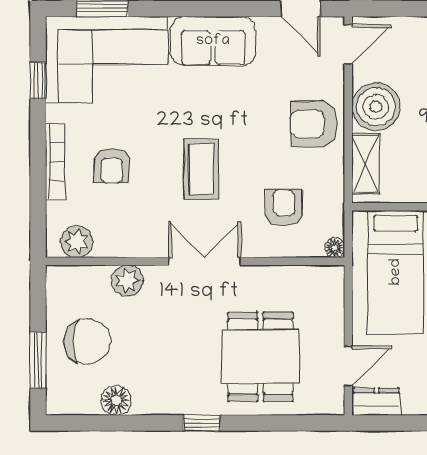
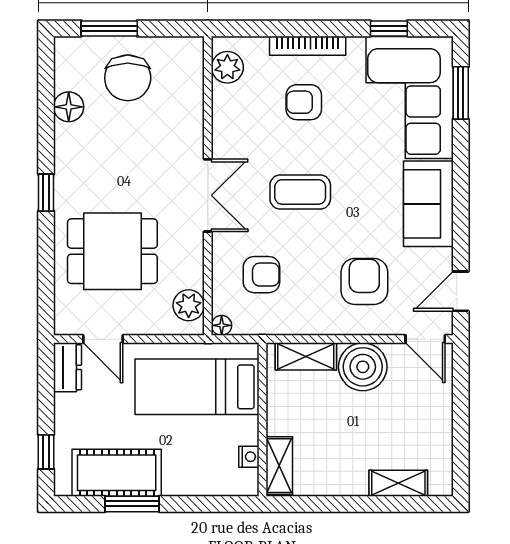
armchair: (314, 124) -> (364, 281), moved
plant: (127, 281) -> (189, 305), moved

